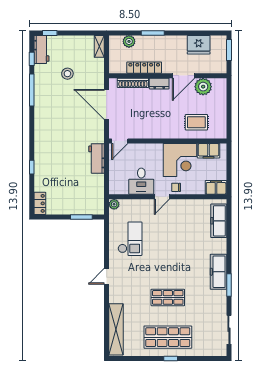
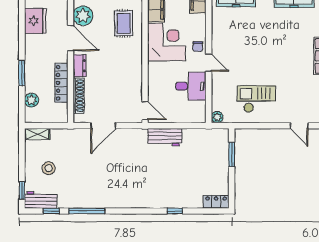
stool: (67, 74) -> (49, 168), moved
door: (107, 104) -> (103, 126), width x0.73

